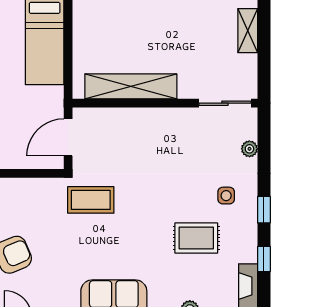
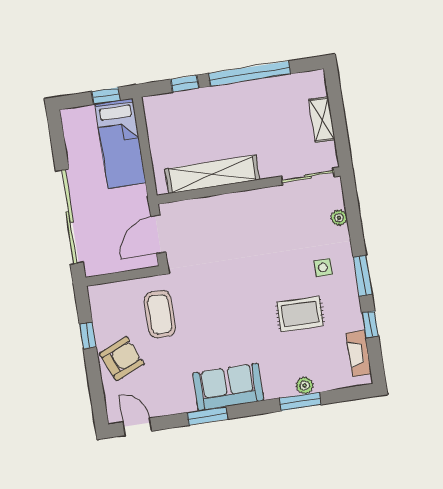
shelving: (248, 31) -> (322, 120), moved
coffee table: (91, 200) -> (160, 314), moved, turned 90
window: (264, 210) -> (363, 276), width x1.50

